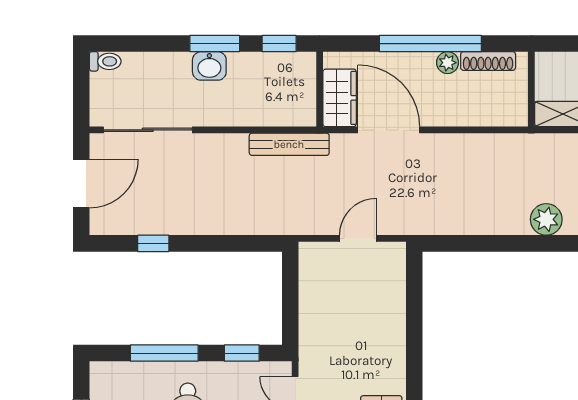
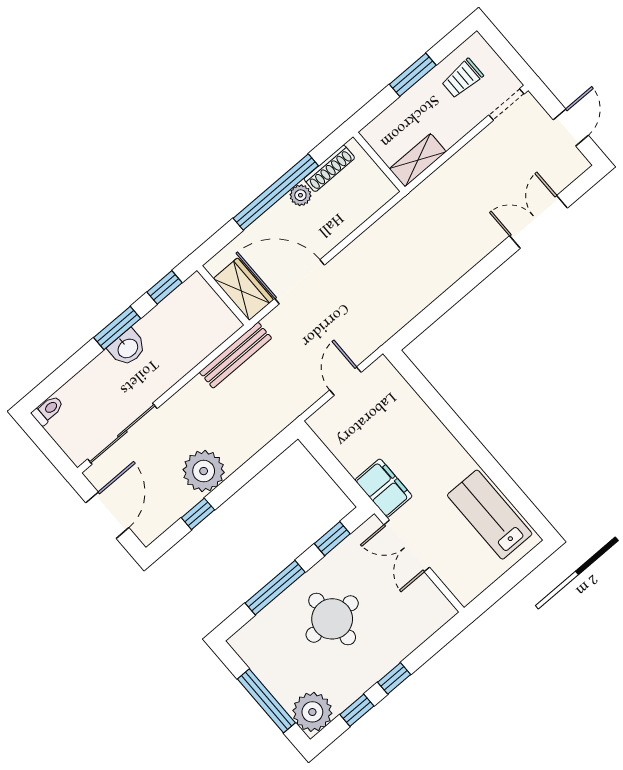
plant: (546, 219) -> (204, 471), moved, width x1.36, depth x1.36
filing cabinet: (316, 348) -> (384, 488), added

